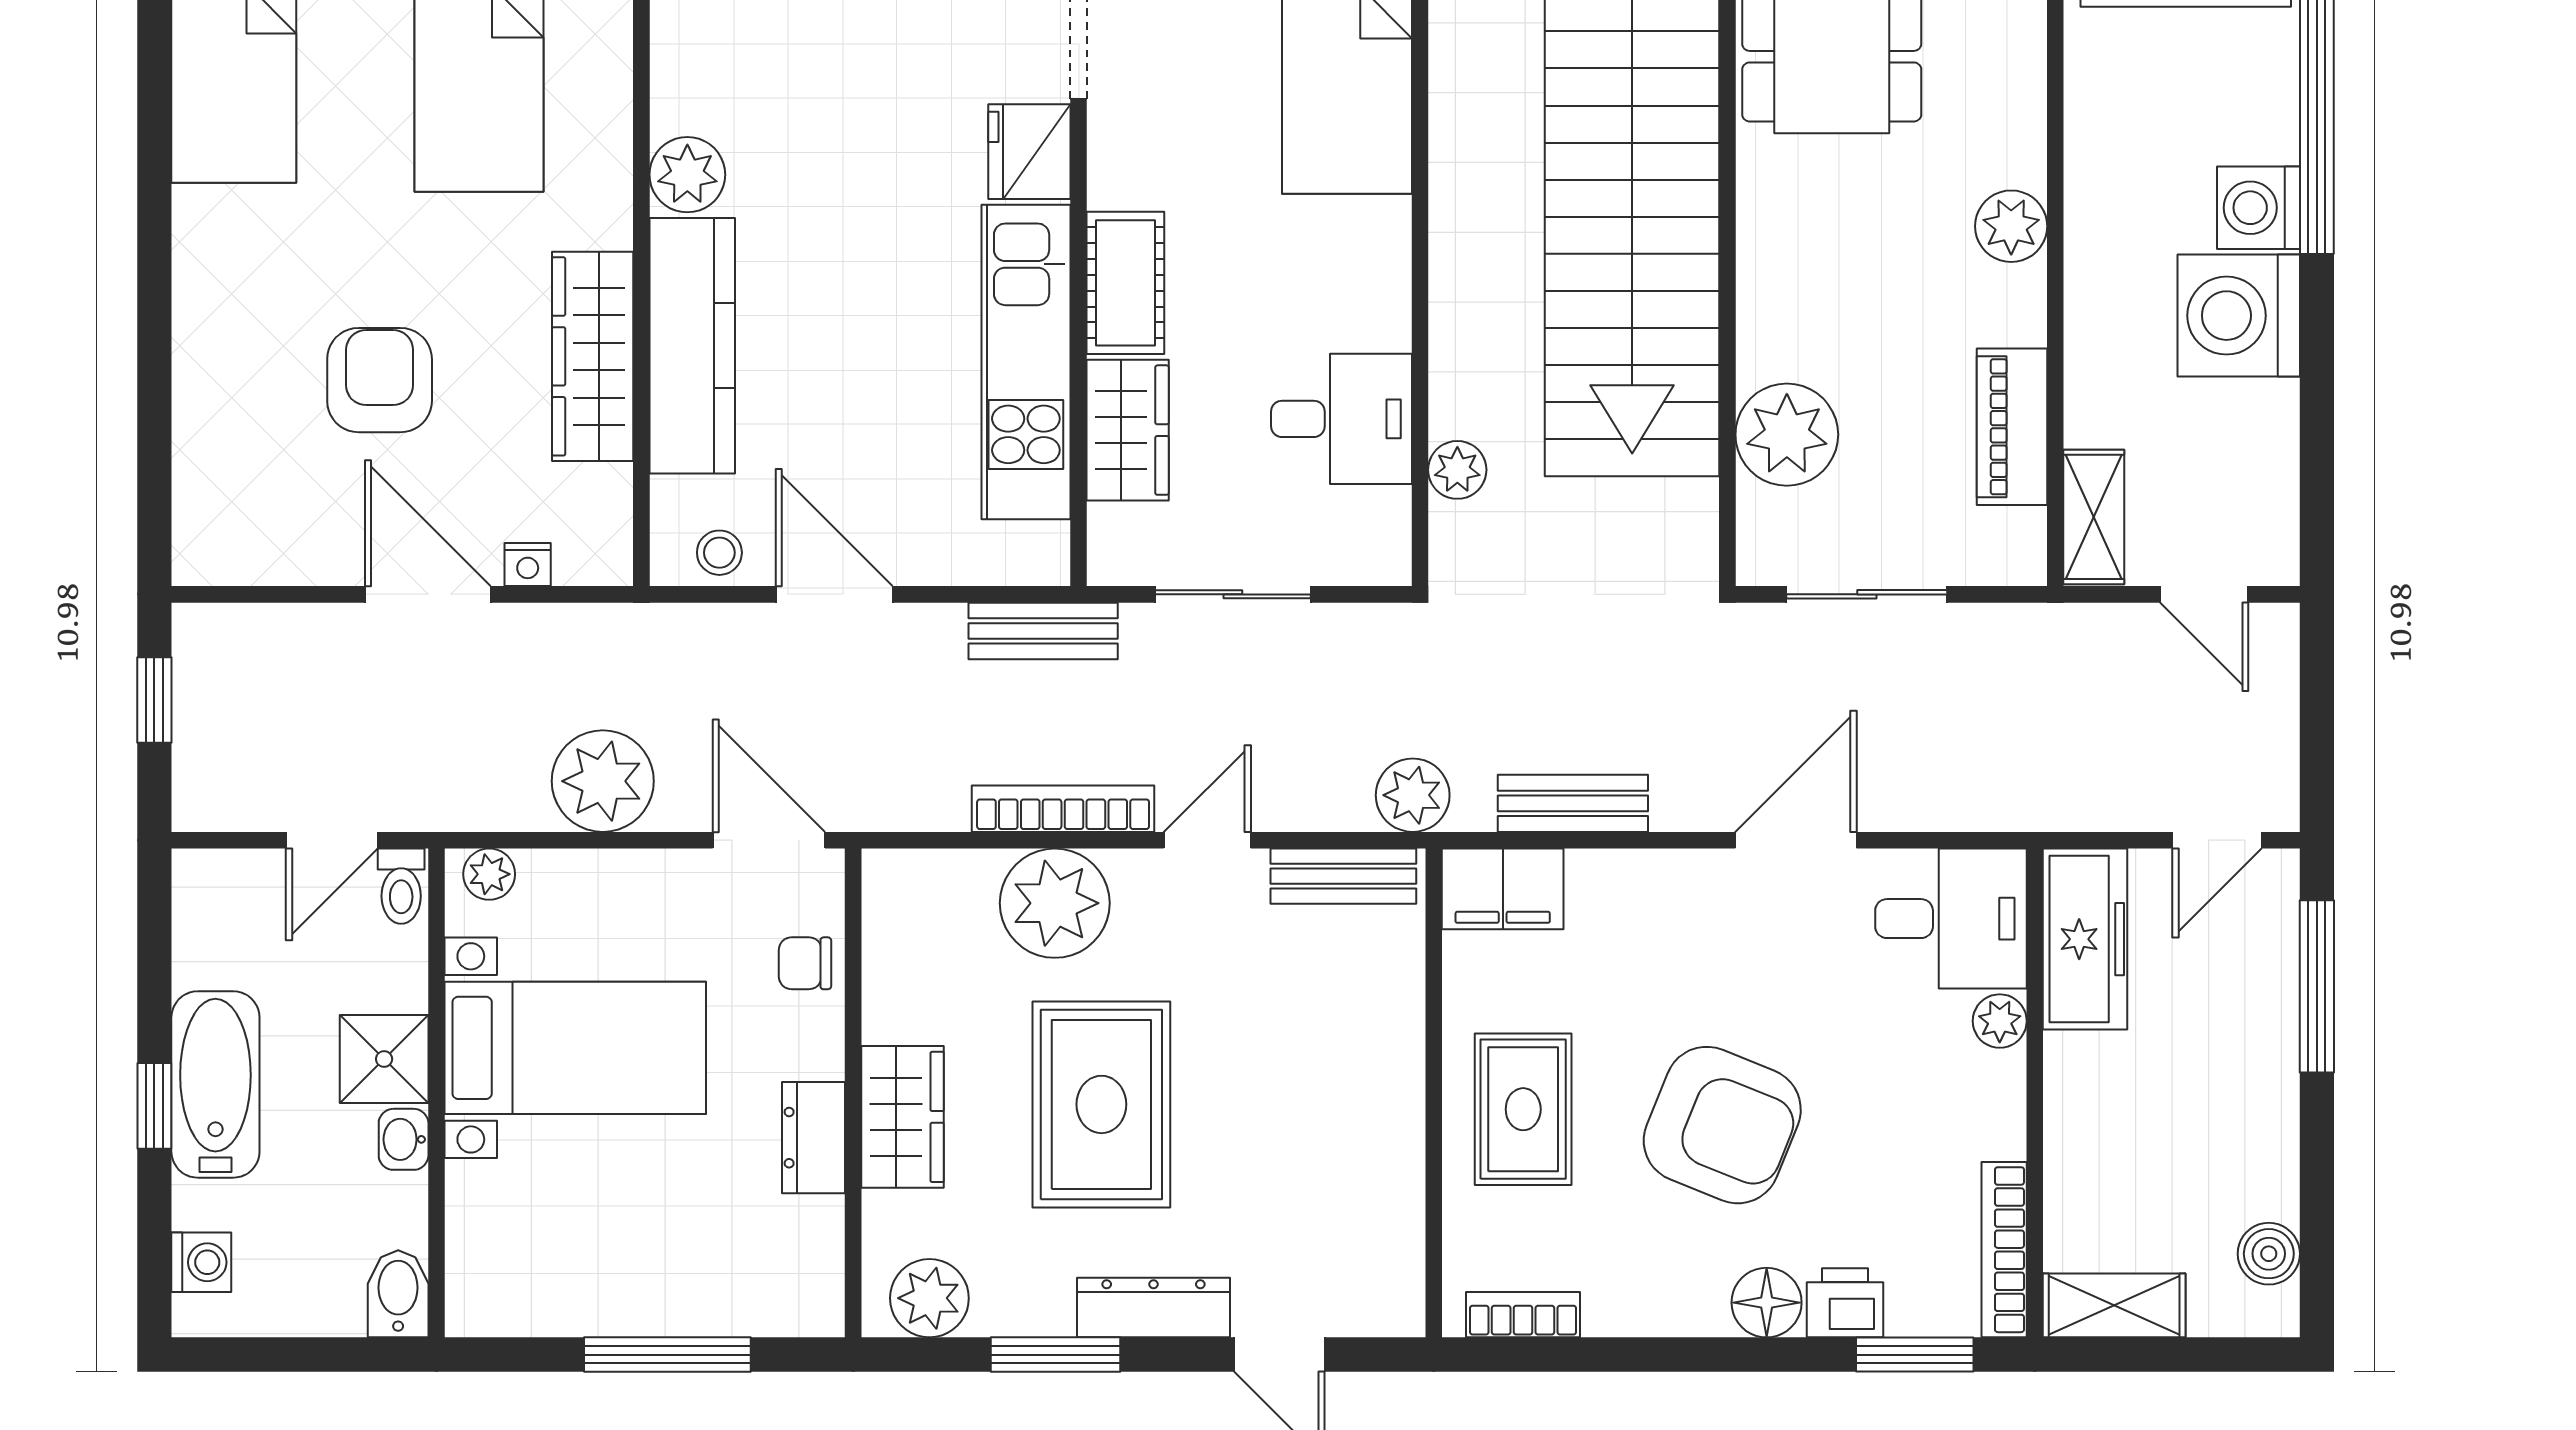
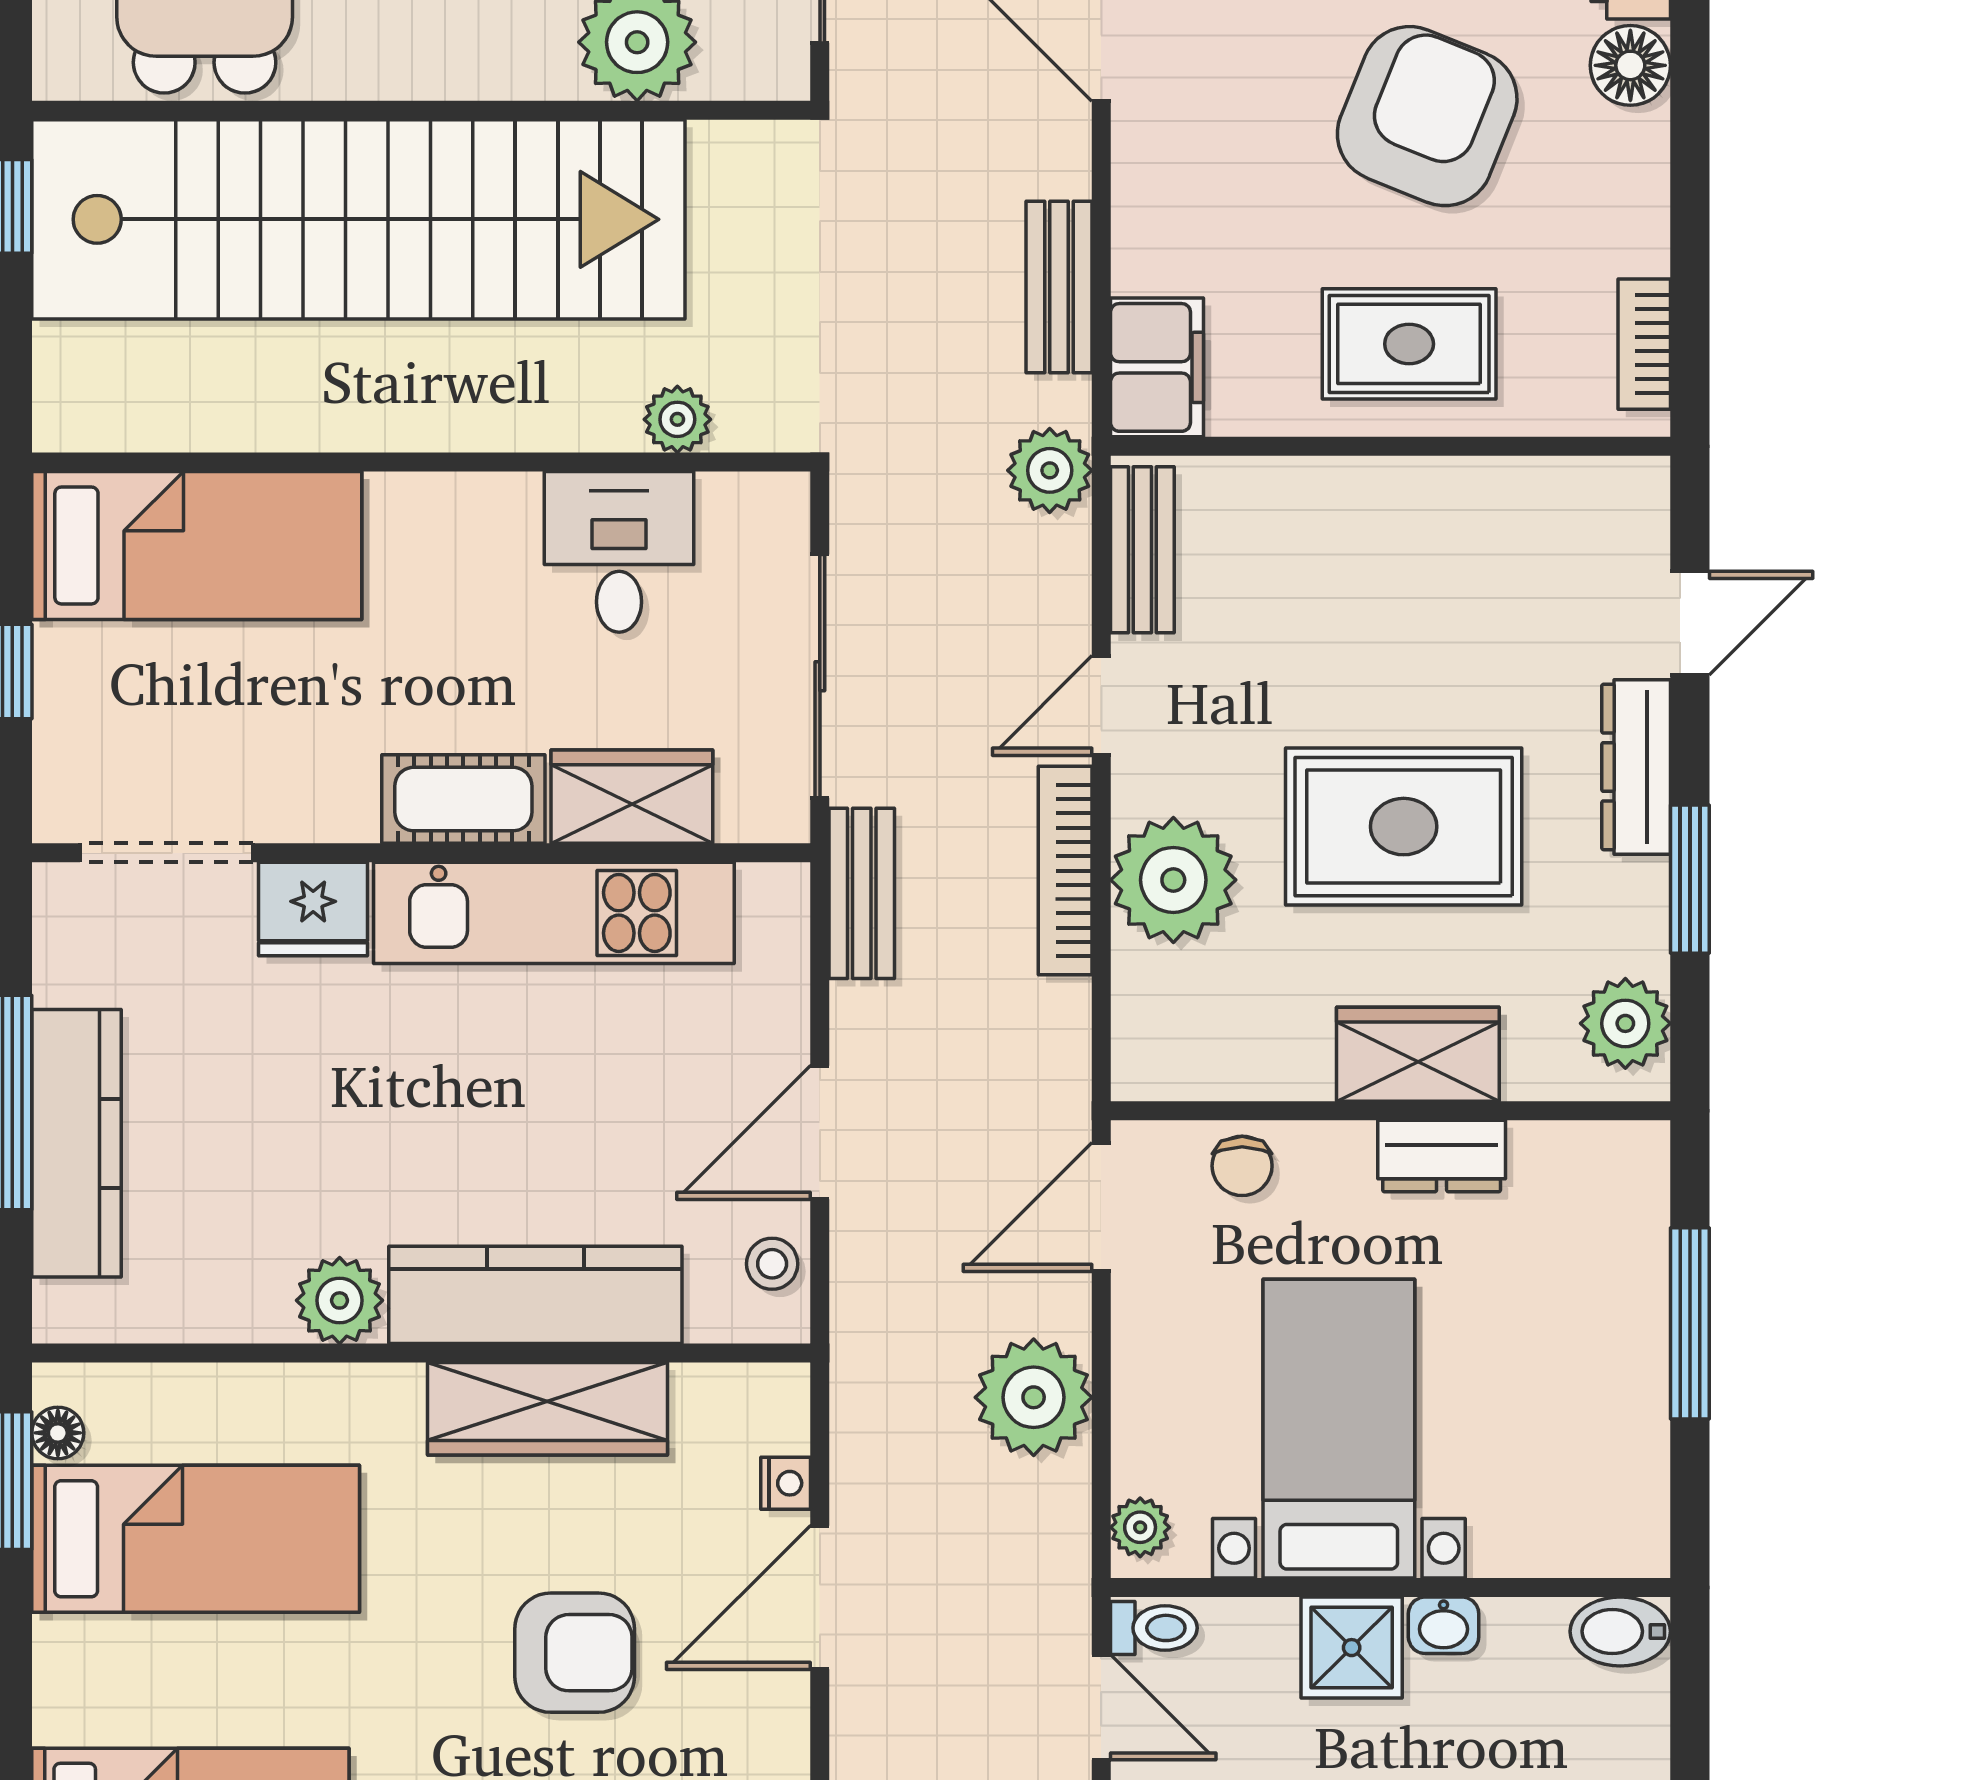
armchair: (380, 380) -> (575, 1653), turned 180
sliding door: (1233, 594) -> (820, 676), width x1.37
door: (1207, 840) -> (1101, 705), hinge flipped

